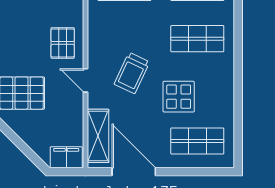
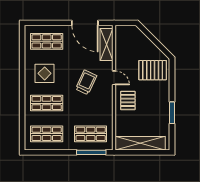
display table: (179, 97) -> (45, 73), moved
filing cabinet: (66, 157) -> (126, 32), removed

